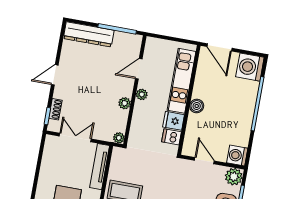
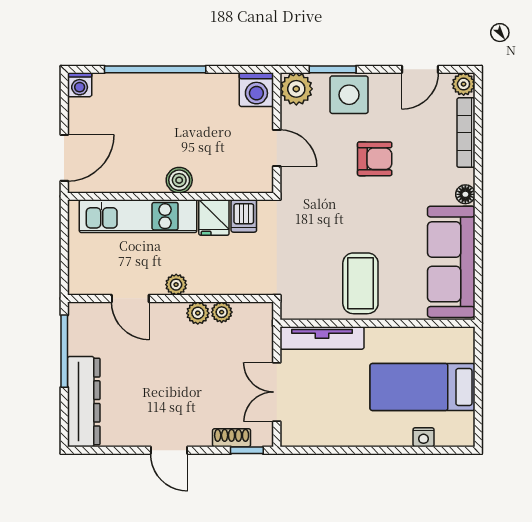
washing machine: (250, 67) -> (80, 85), width x0.53, depth x0.53
plant: (119, 138) -> (222, 312), moved
door: (204, 161) -> (277, 148), swing flipped

